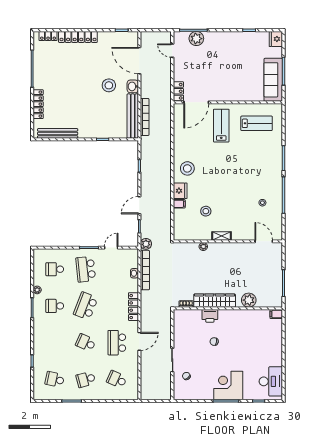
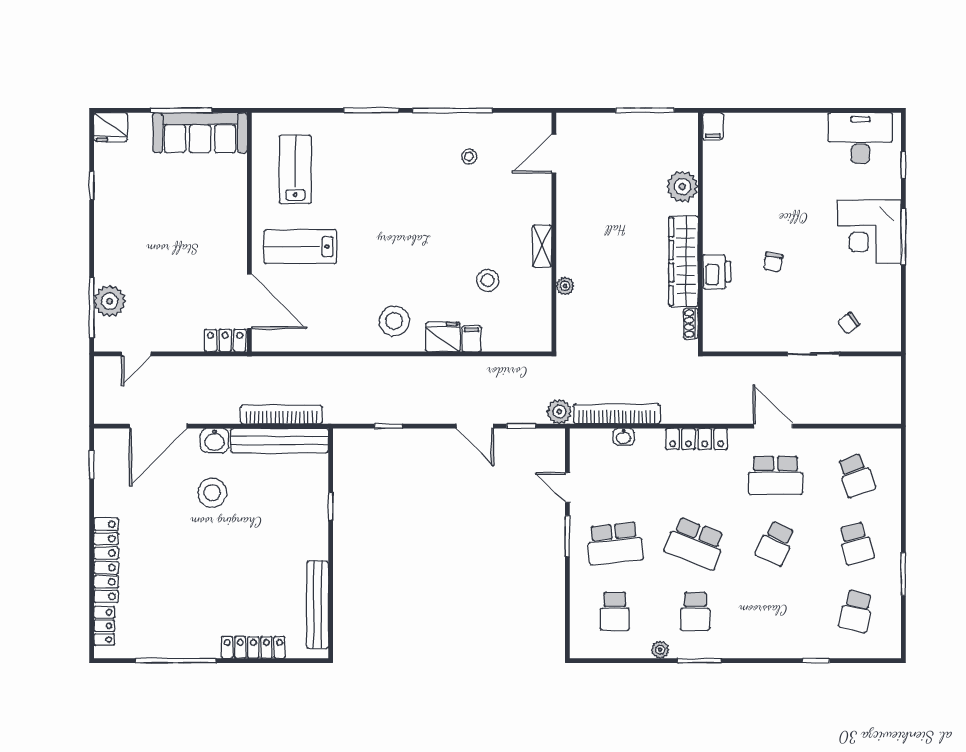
school desk: (117, 379) -> (856, 475), turned -45

